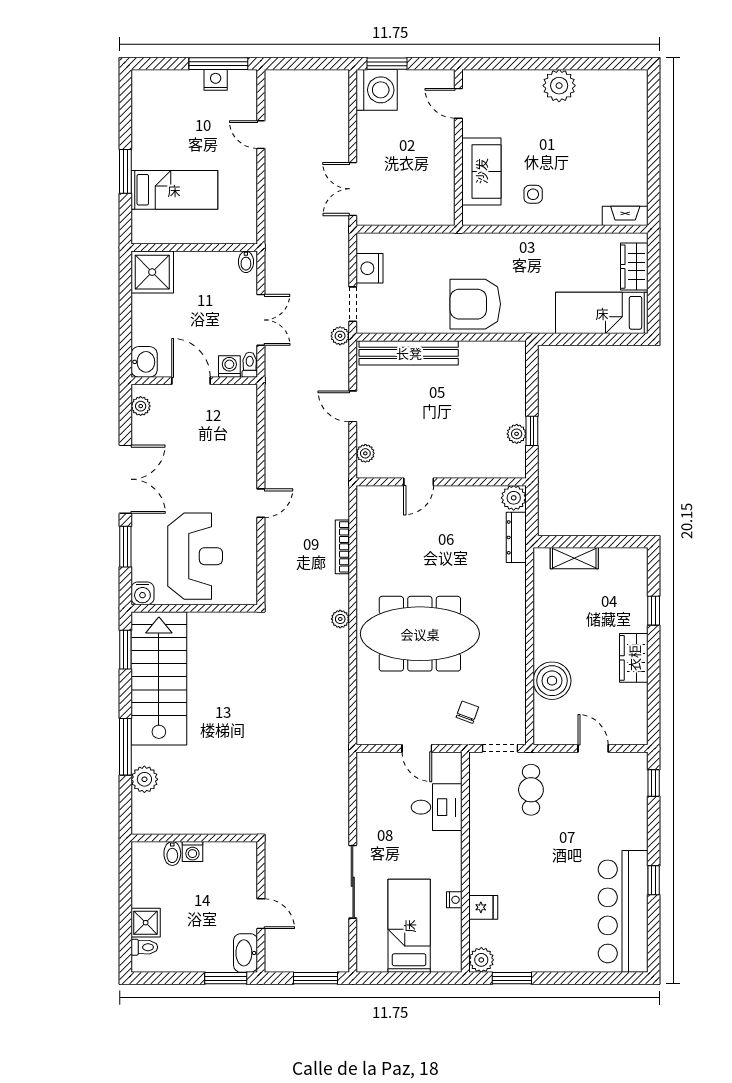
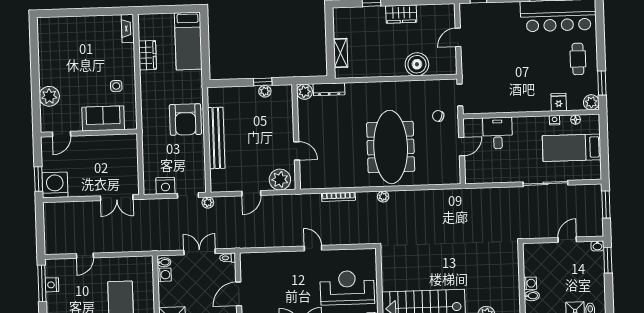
plant: (559, 86) -> (49, 96), moved
wardrobe: (634, 267) -> (147, 55), moved, turned -90
bench: (409, 353) -> (216, 138), moved
washing machine: (229, 366) -> (164, 275), moved, turned 180
plant: (365, 453) -> (280, 180), width x1.88, depth x1.88
cafe table: (531, 790) -> (578, 59), moved, turned 90
floor lamp: (454, 934) -> (576, 120), added
washbasin: (246, 953) -> (597, 246), width x0.52, depth x0.69

